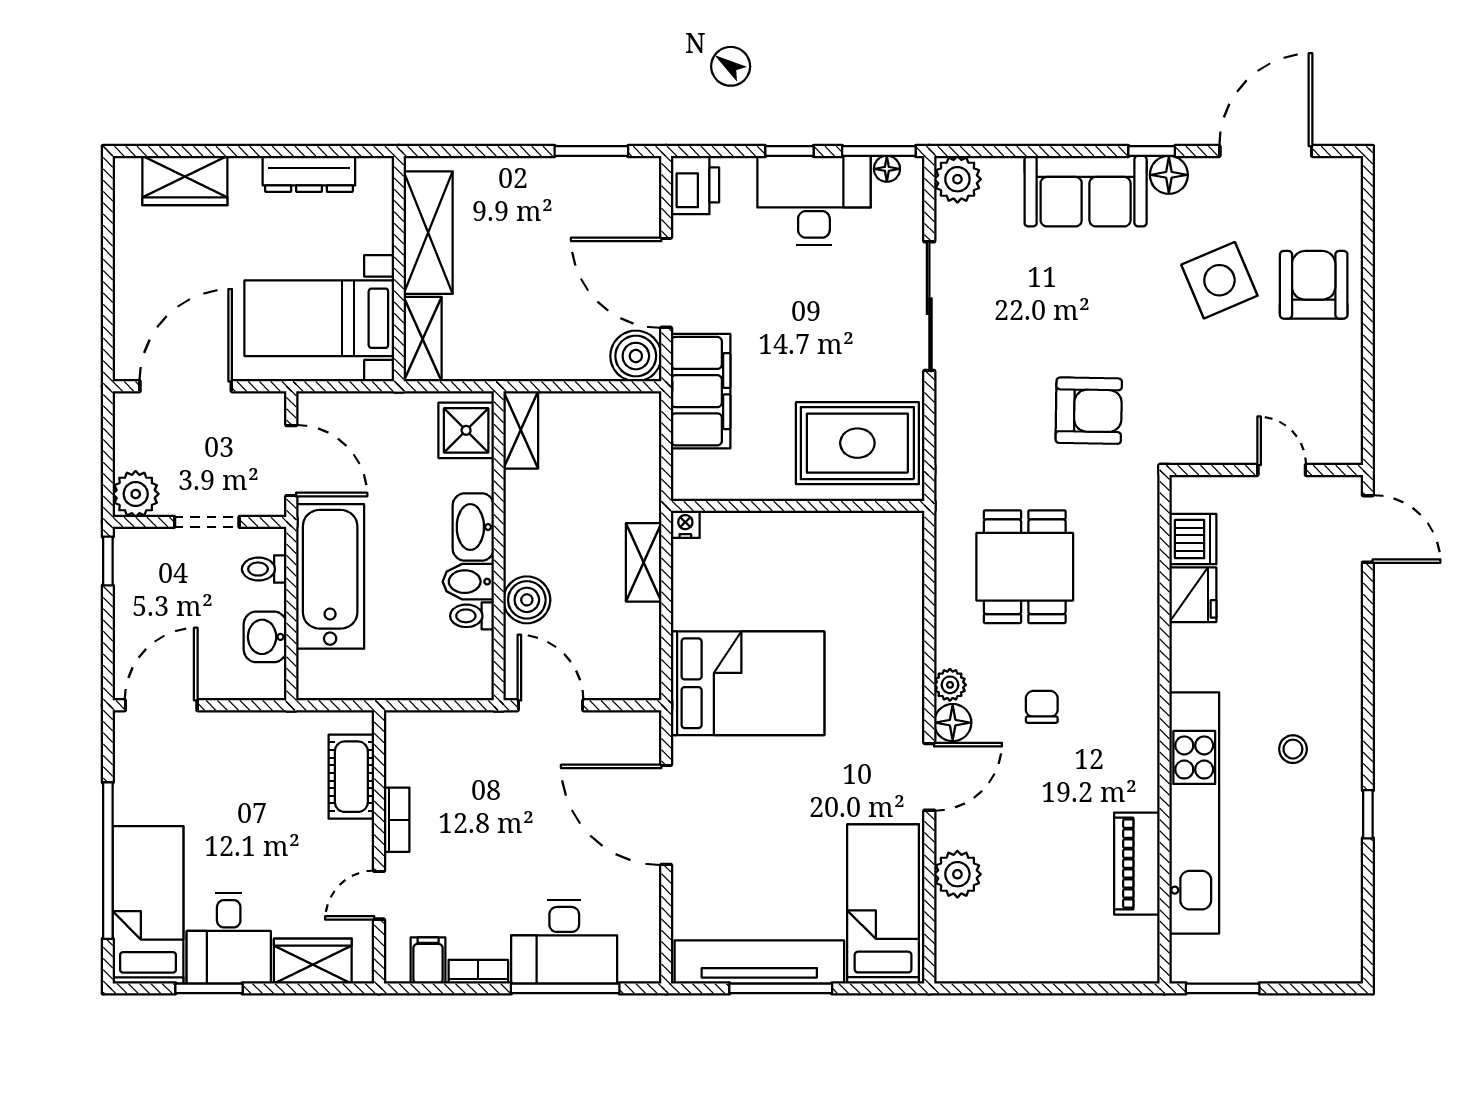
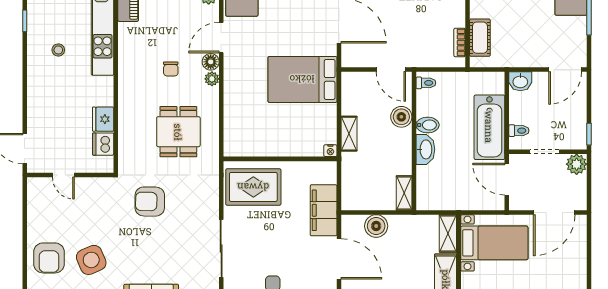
boiler: (636, 356) -> (376, 226), moved
shower: (466, 430) -> (429, 193), removed
toilet: (472, 616) -> (426, 83), moved
washbasin: (265, 637) -> (520, 81), moved, turned 90
bookcase: (397, 820) -> (460, 42), moved

